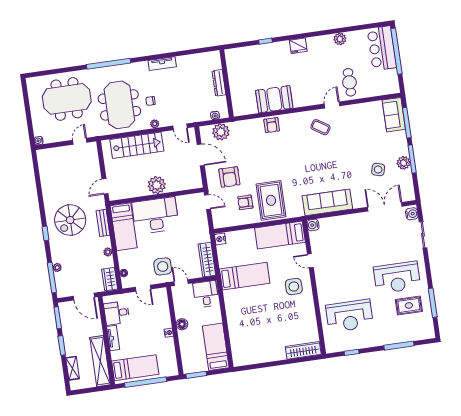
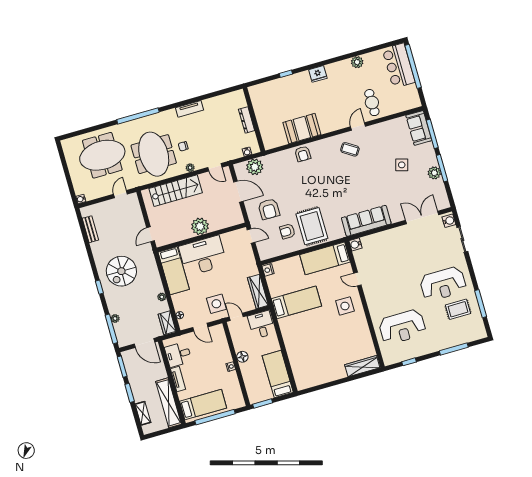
side table: (378, 170) -> (402, 165), moved
bench: (103, 223) -> (90, 229), moved

